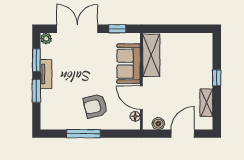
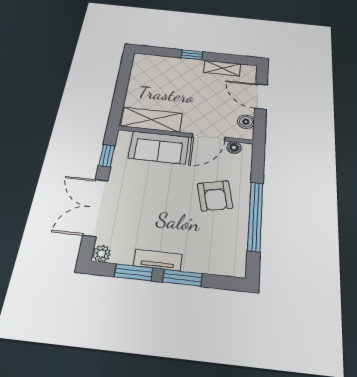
window: (84, 134) -> (255, 216), width x1.46

